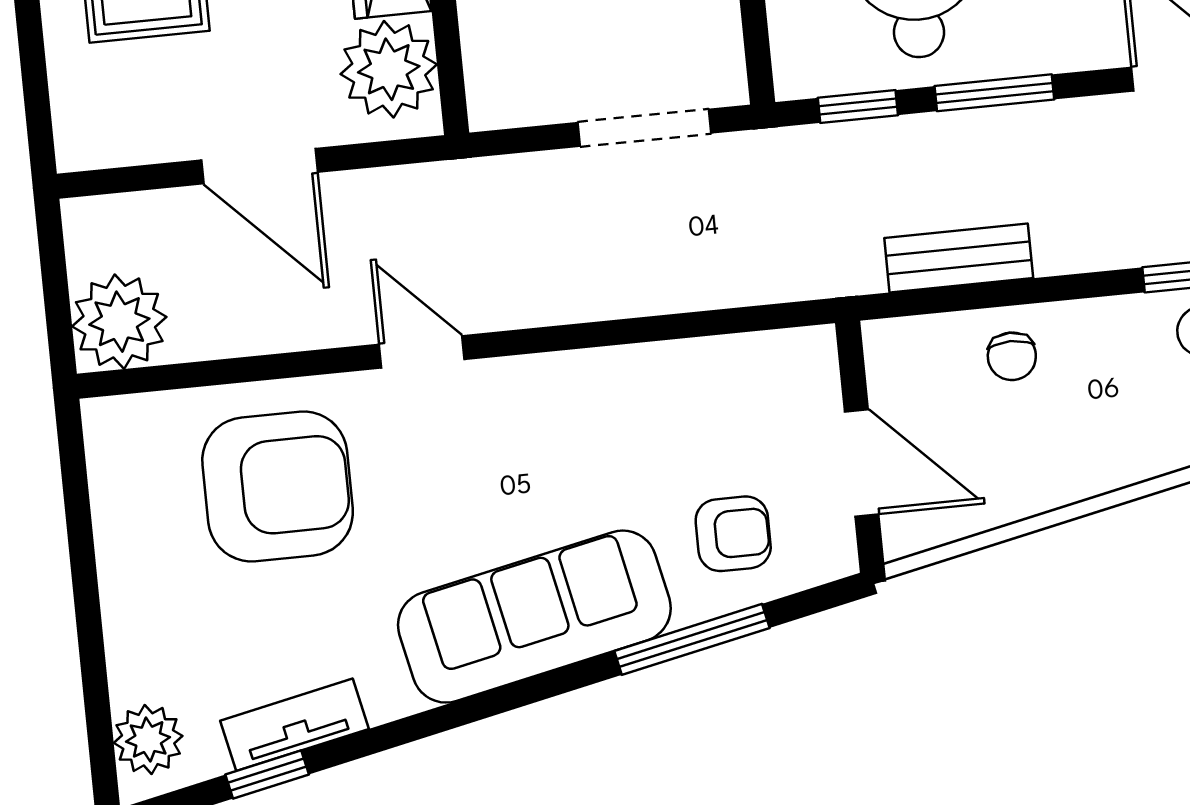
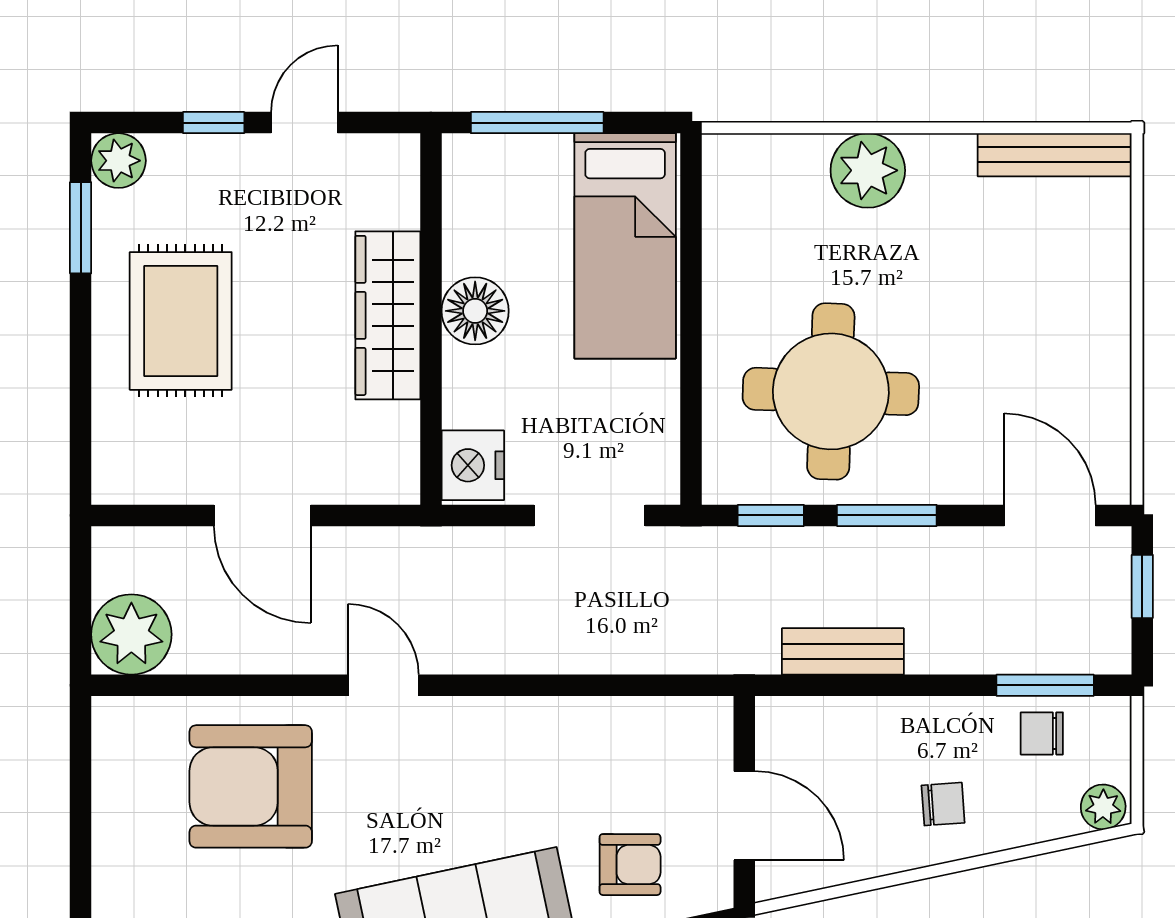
plant: (389, 69) -> (379, 445), removed
nightstand: (501, 82) -> (473, 465), added
chair: (1012, 356) -> (943, 804), moved, turned -94
armchair: (278, 487) -> (251, 786), turned 180

